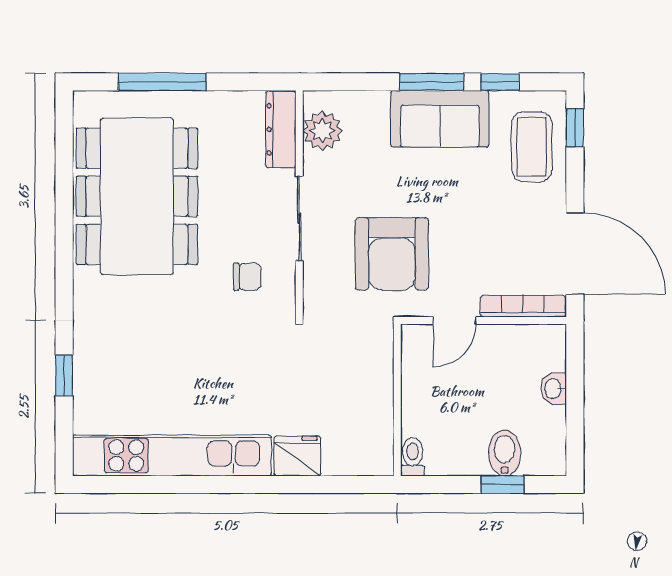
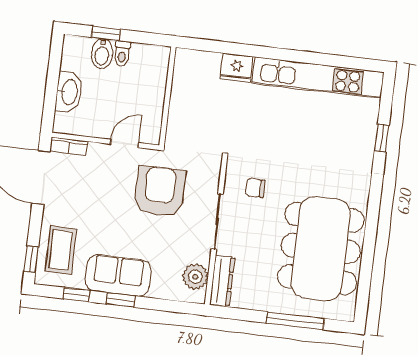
window: (432, 82) -> (121, 300), width x0.67
bookcase: (523, 306) -> (69, 146), width x0.64
washbasin: (554, 389) -> (69, 92), width x1.91, depth x1.45
toilet: (413, 457) -> (122, 53), moved

